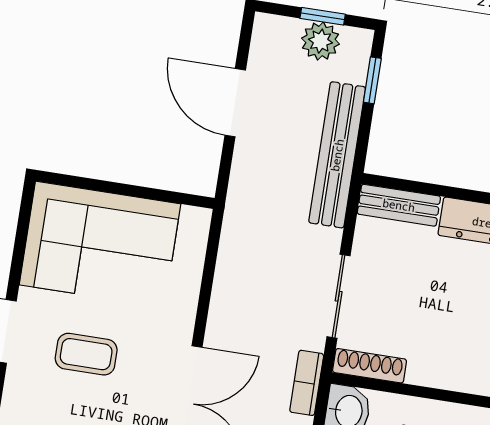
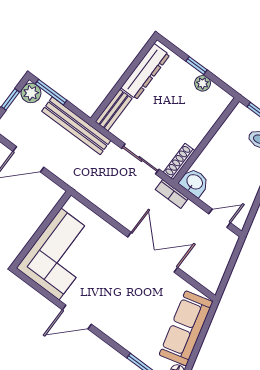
plant: (321, 41) -> (31, 93), moved
window: (372, 80) -> (51, 92), width x1.50
coffee table: (86, 354) -> (106, 286), removed

